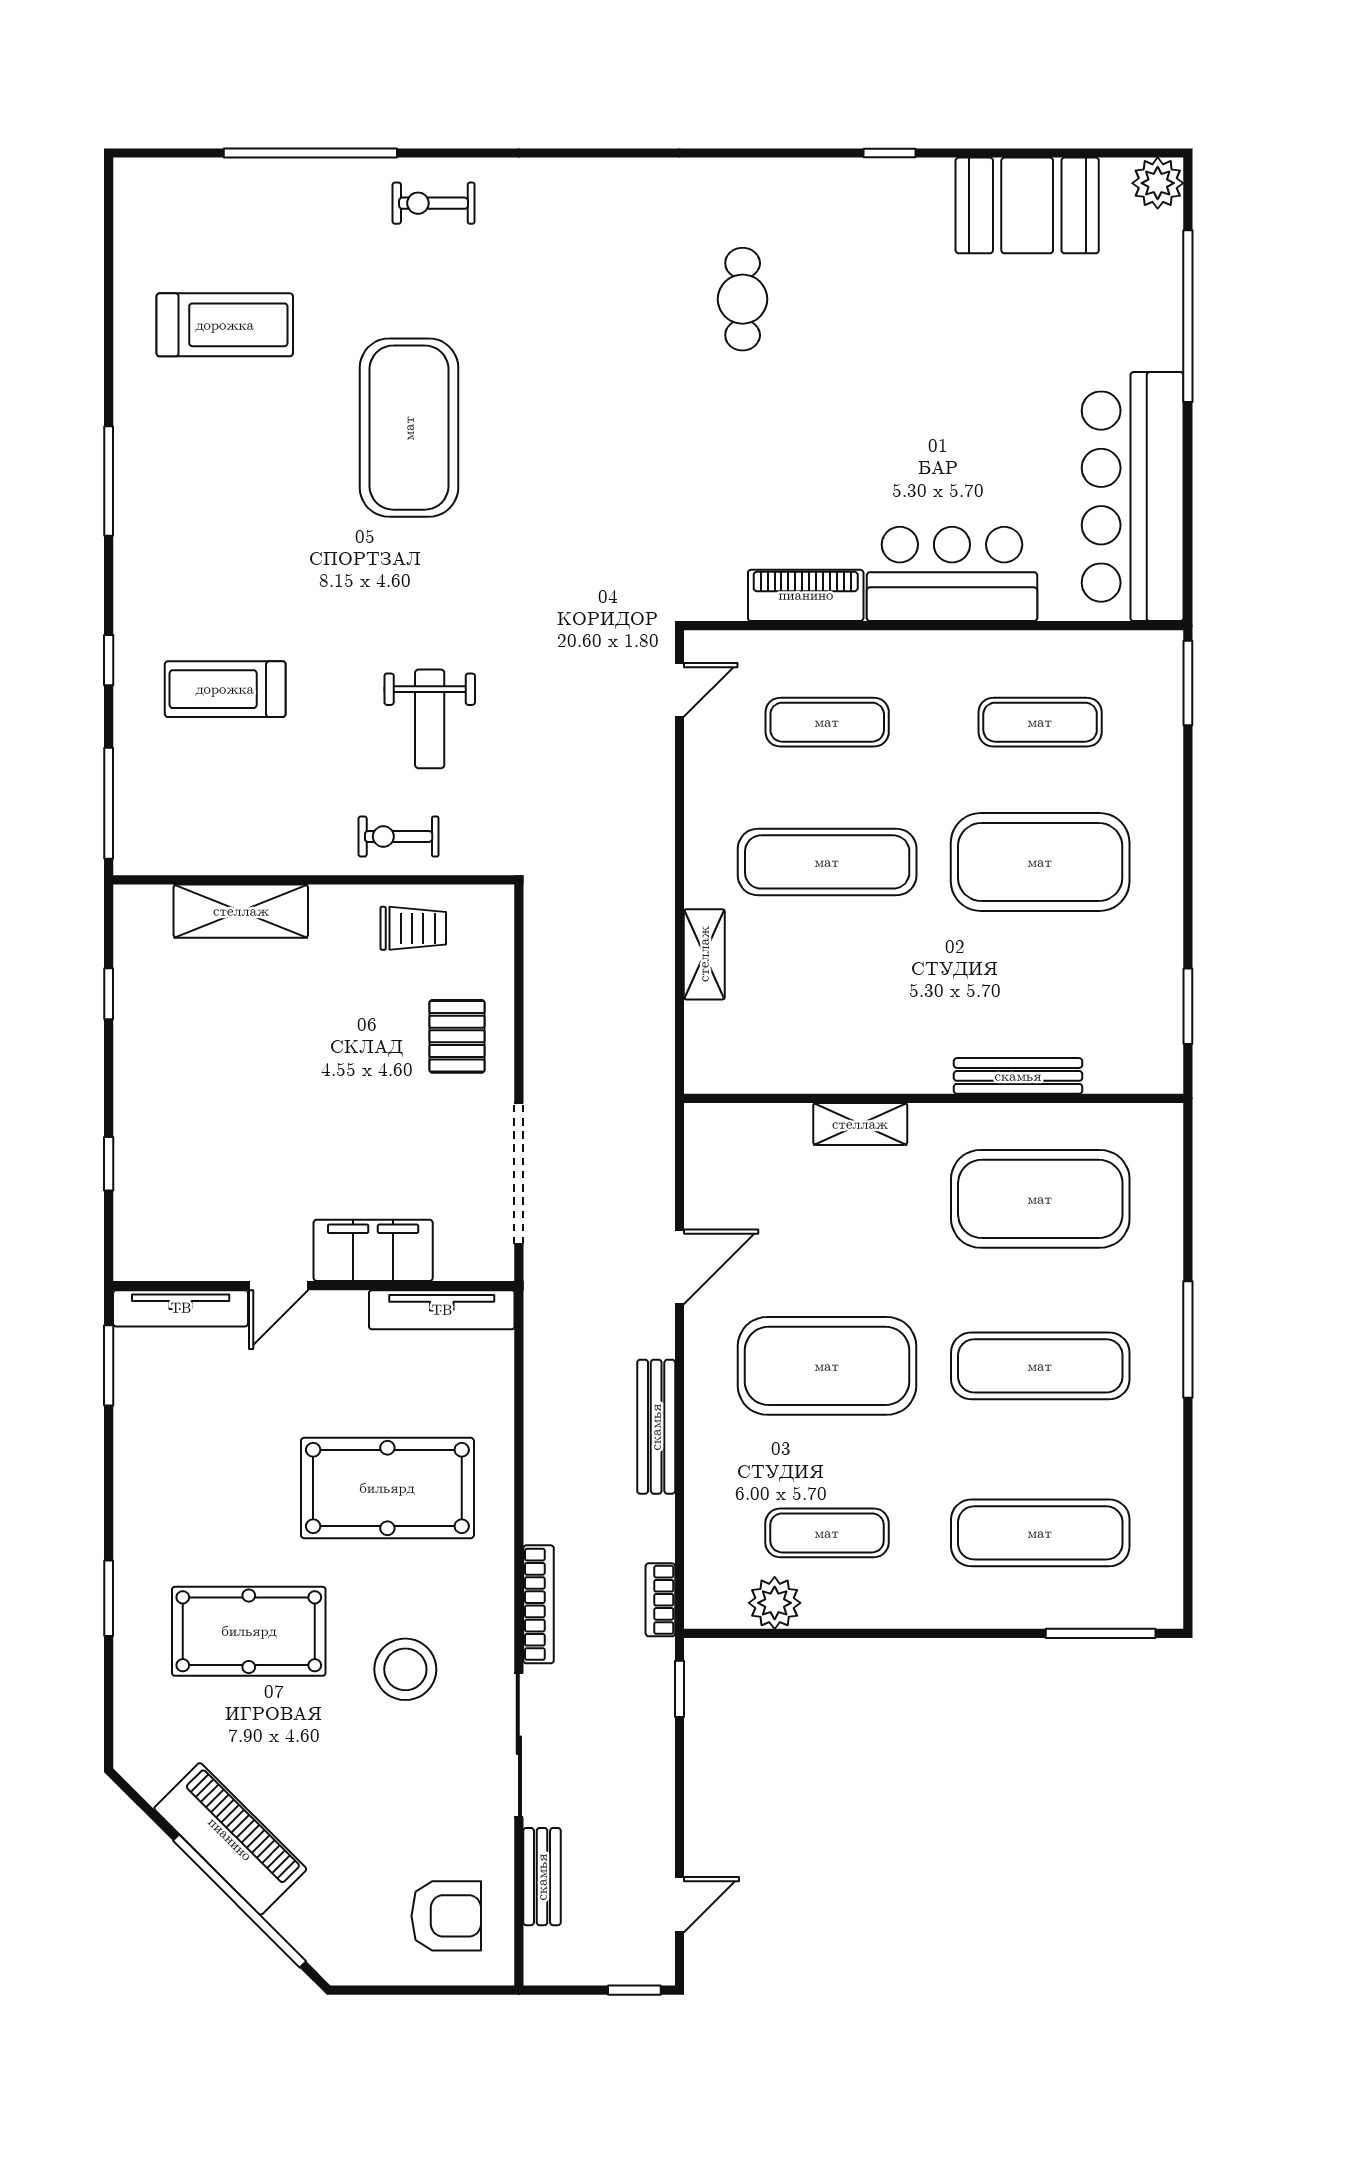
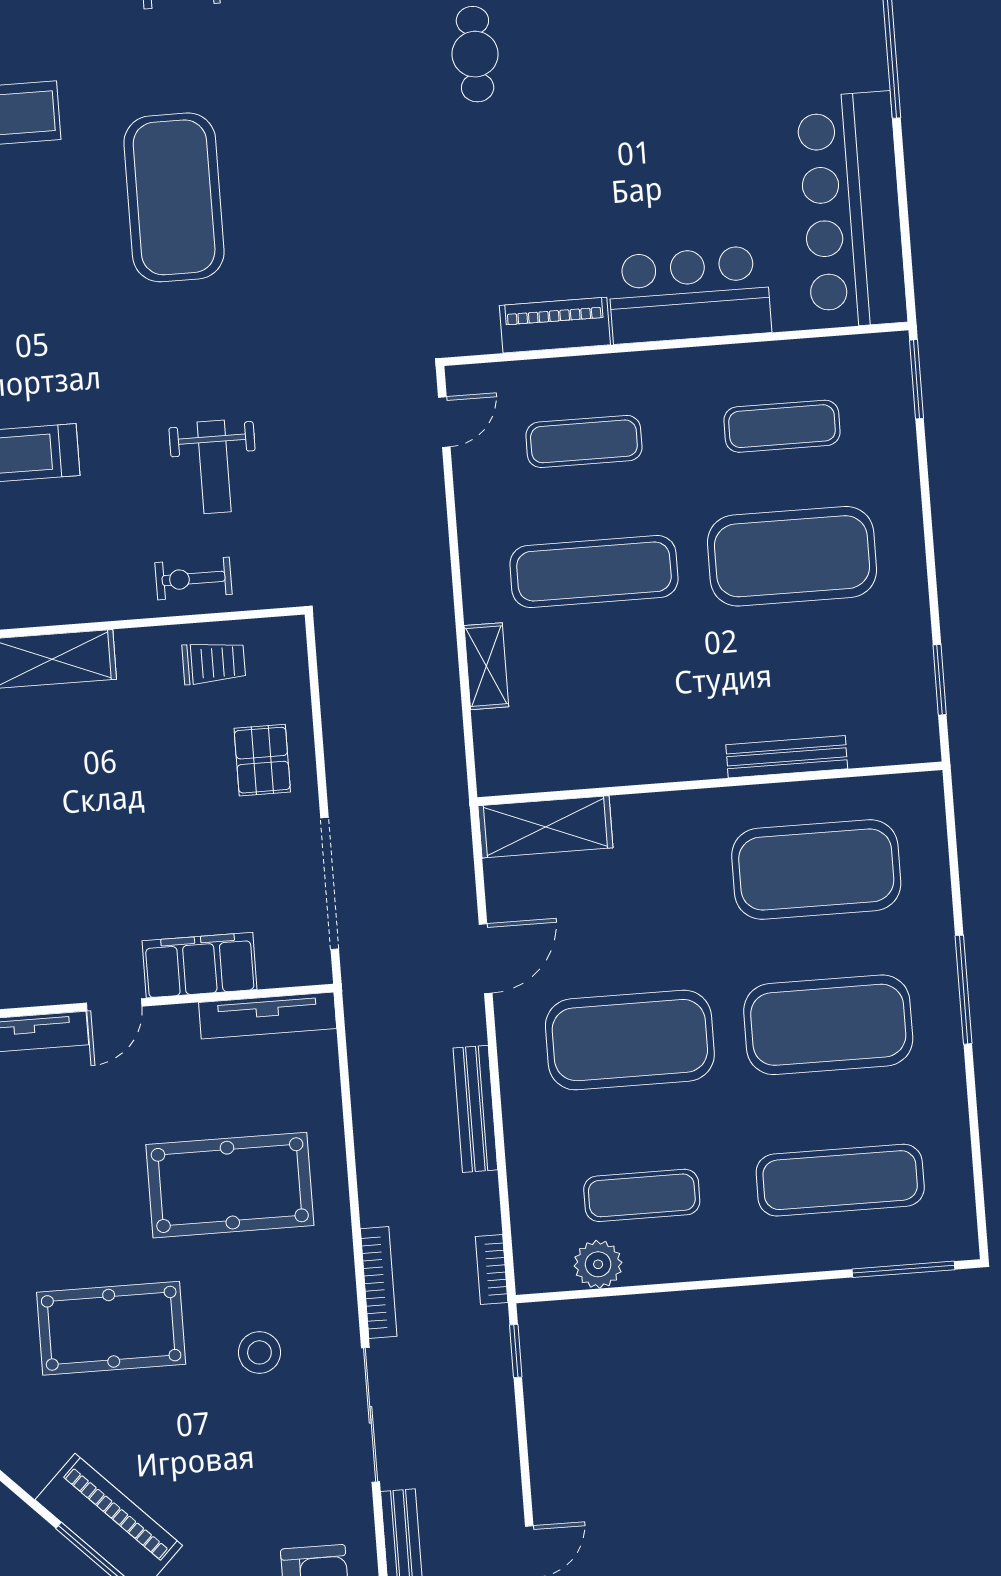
shelving: (860, 1124) -> (545, 827), moved, width x1.50, depth x1.33
exercise mat: (1040, 1366) -> (828, 1025), width x1.47
stool: (405, 1669) -> (259, 1352), width x0.73, depth x0.73

